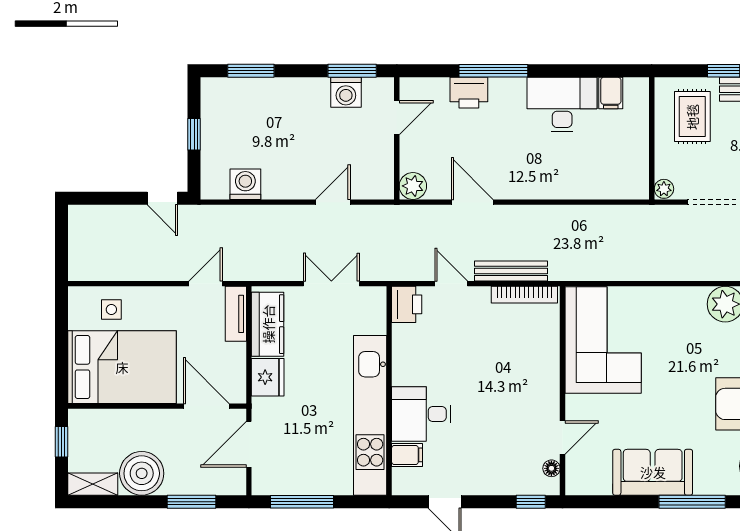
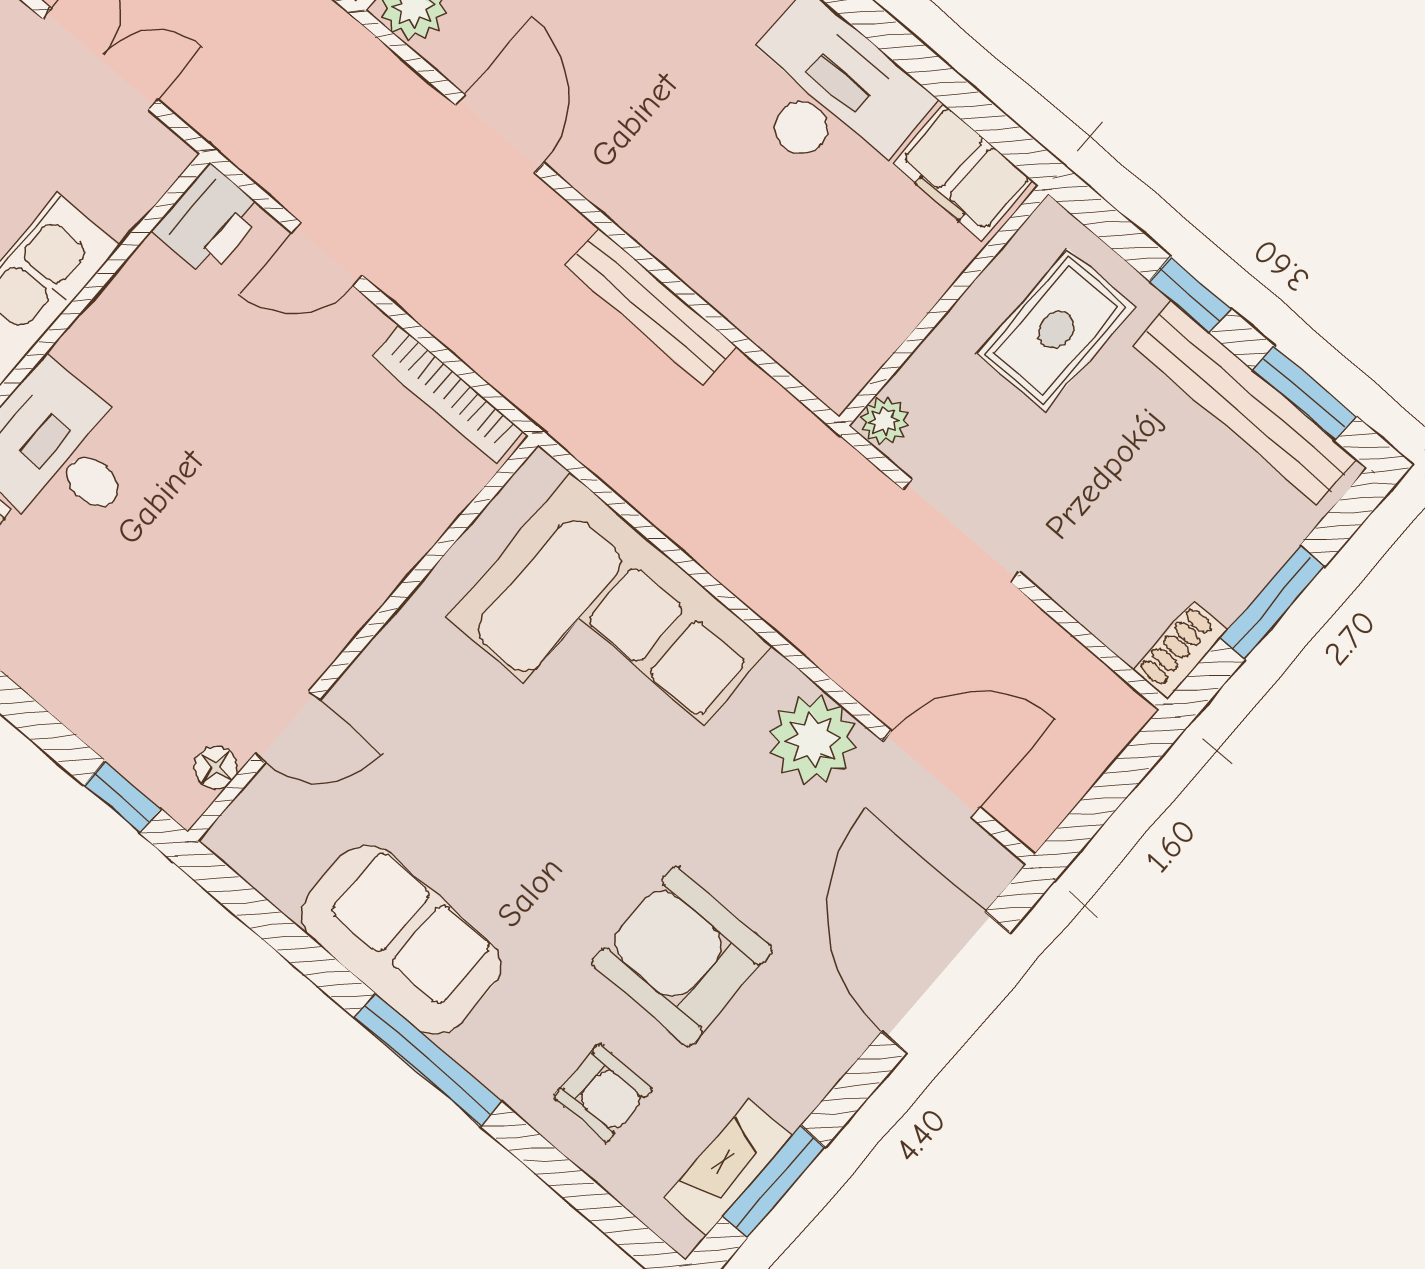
filing cabinet: (611, 93) -> (963, 172), width x2.00
bench: (511, 271) -> (651, 306), moved
door: (451, 284) -> (327, 254), swing flipped
corner sofa: (603, 340) -> (610, 632), moved, turned 90

